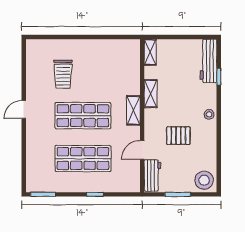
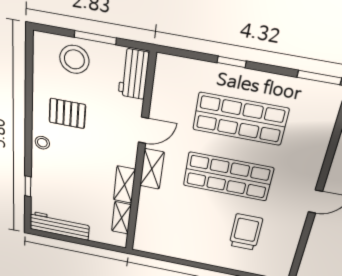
shelving: (150, 52) -> (121, 218), moved
workbench: (208, 61) -> (59, 226), moved, turned -90
pallet: (178, 136) -> (67, 113), moved
door: (142, 150) -> (143, 130), moved
stool: (204, 180) -> (74, 59), moved

